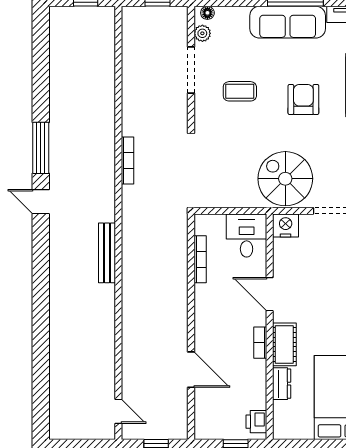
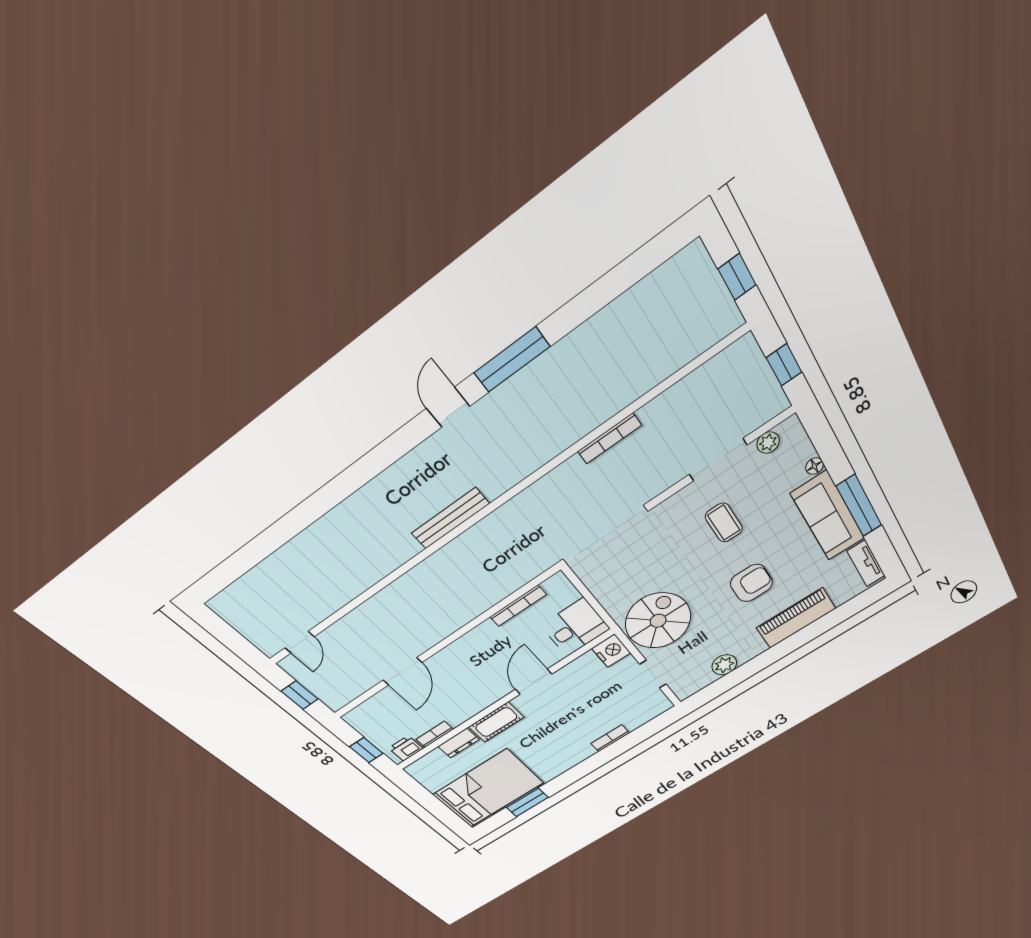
floor lamp: (207, 13) -> (815, 466), moved
bookcase: (127, 160) -> (610, 438), moved
bookcase: (260, 343) -> (435, 734), moved

